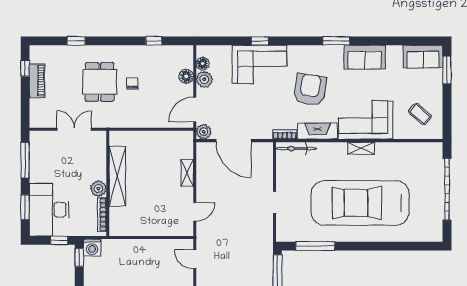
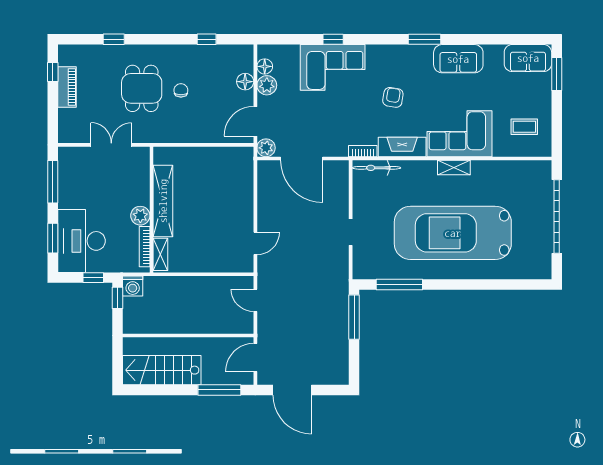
armchair: (310, 90) -> (393, 97), width x0.53, depth x0.53
coffee table: (420, 114) -> (524, 127), turned -40
shelving: (187, 173) -> (160, 254), moved

